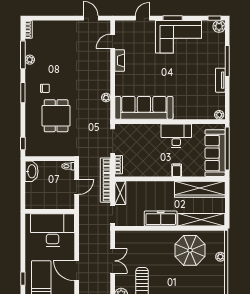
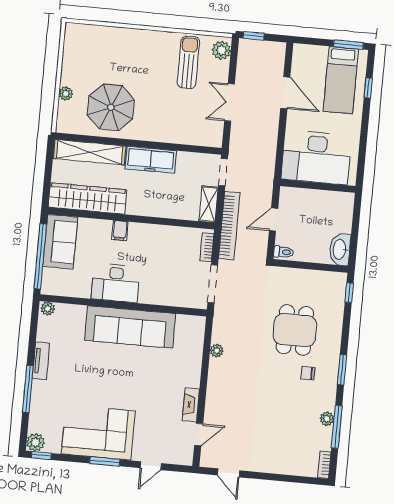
sofa: (144, 108) -> (130, 327), moved
sofa: (215, 153) -> (60, 242), width x0.73

